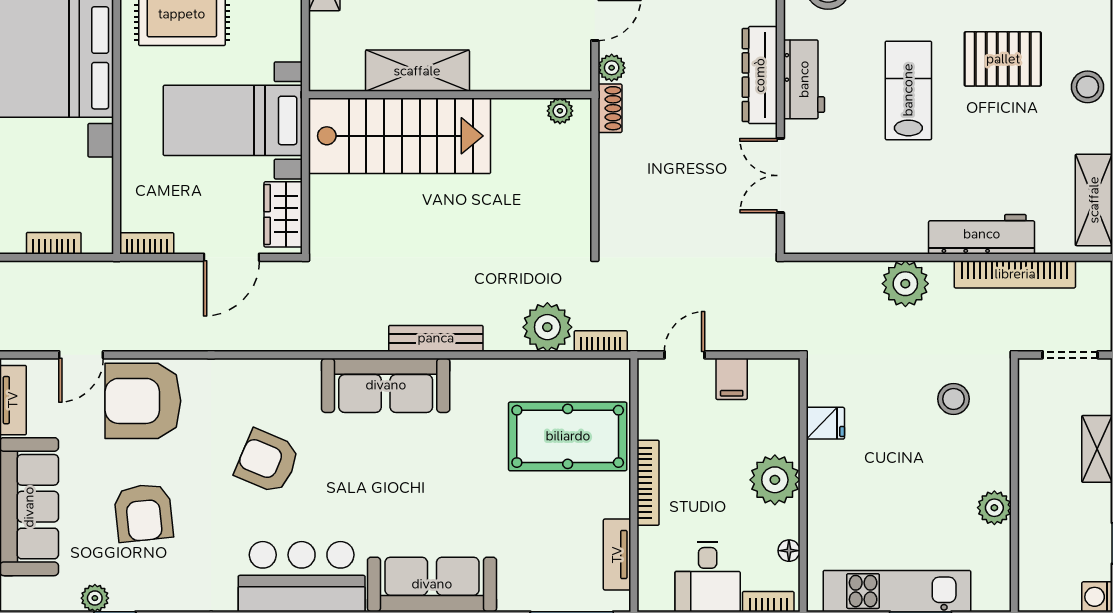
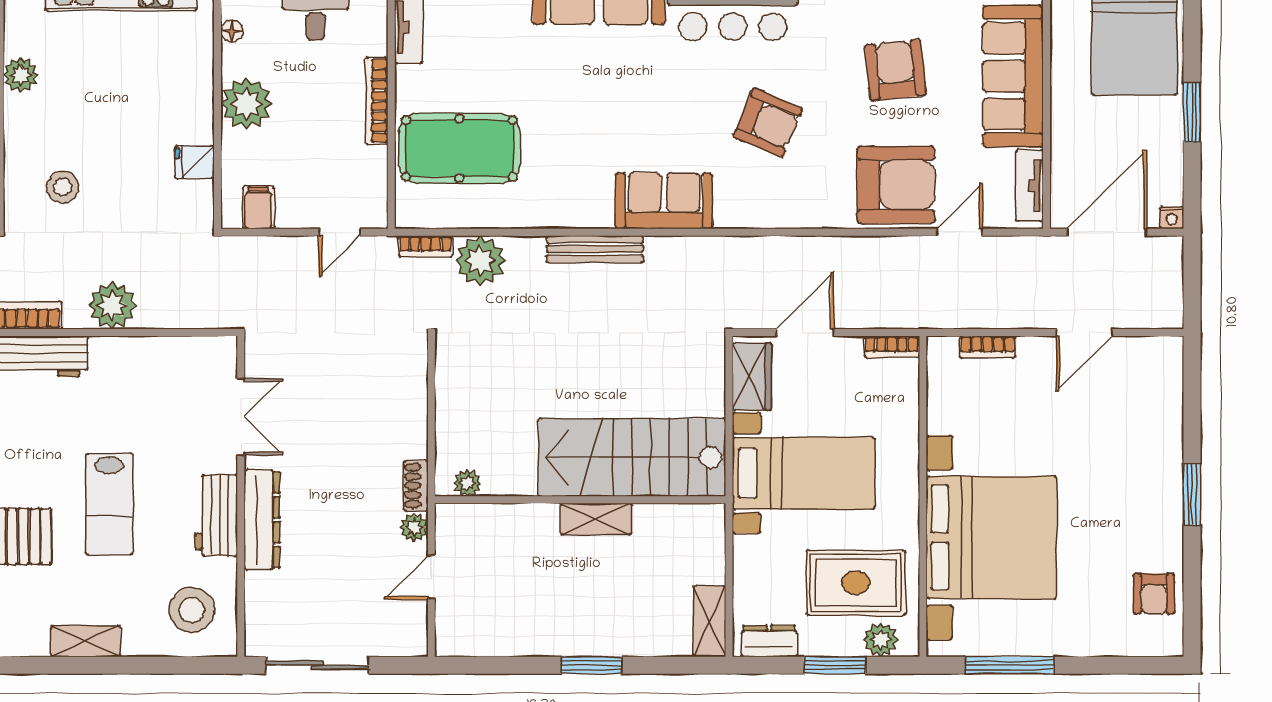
shelving: (417, 71) -> (596, 519), width x0.67, depth x0.75
filing cabinet: (732, 379) -> (258, 208), moved
sofa: (386, 385) -> (664, 201), width x0.73

